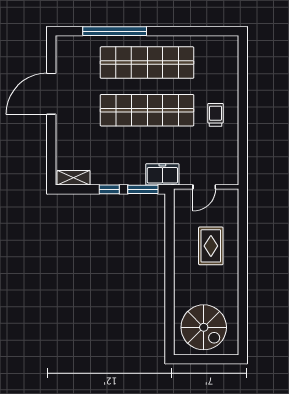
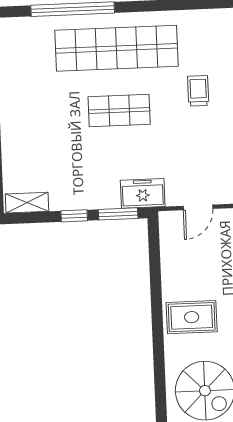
shop shelf: (147, 110) -> (119, 111), width x0.50, depth x0.74
trolley: (216, 115) -> (198, 91), moved
rug: (211, 246) -> (192, 317), moved, turned 90

